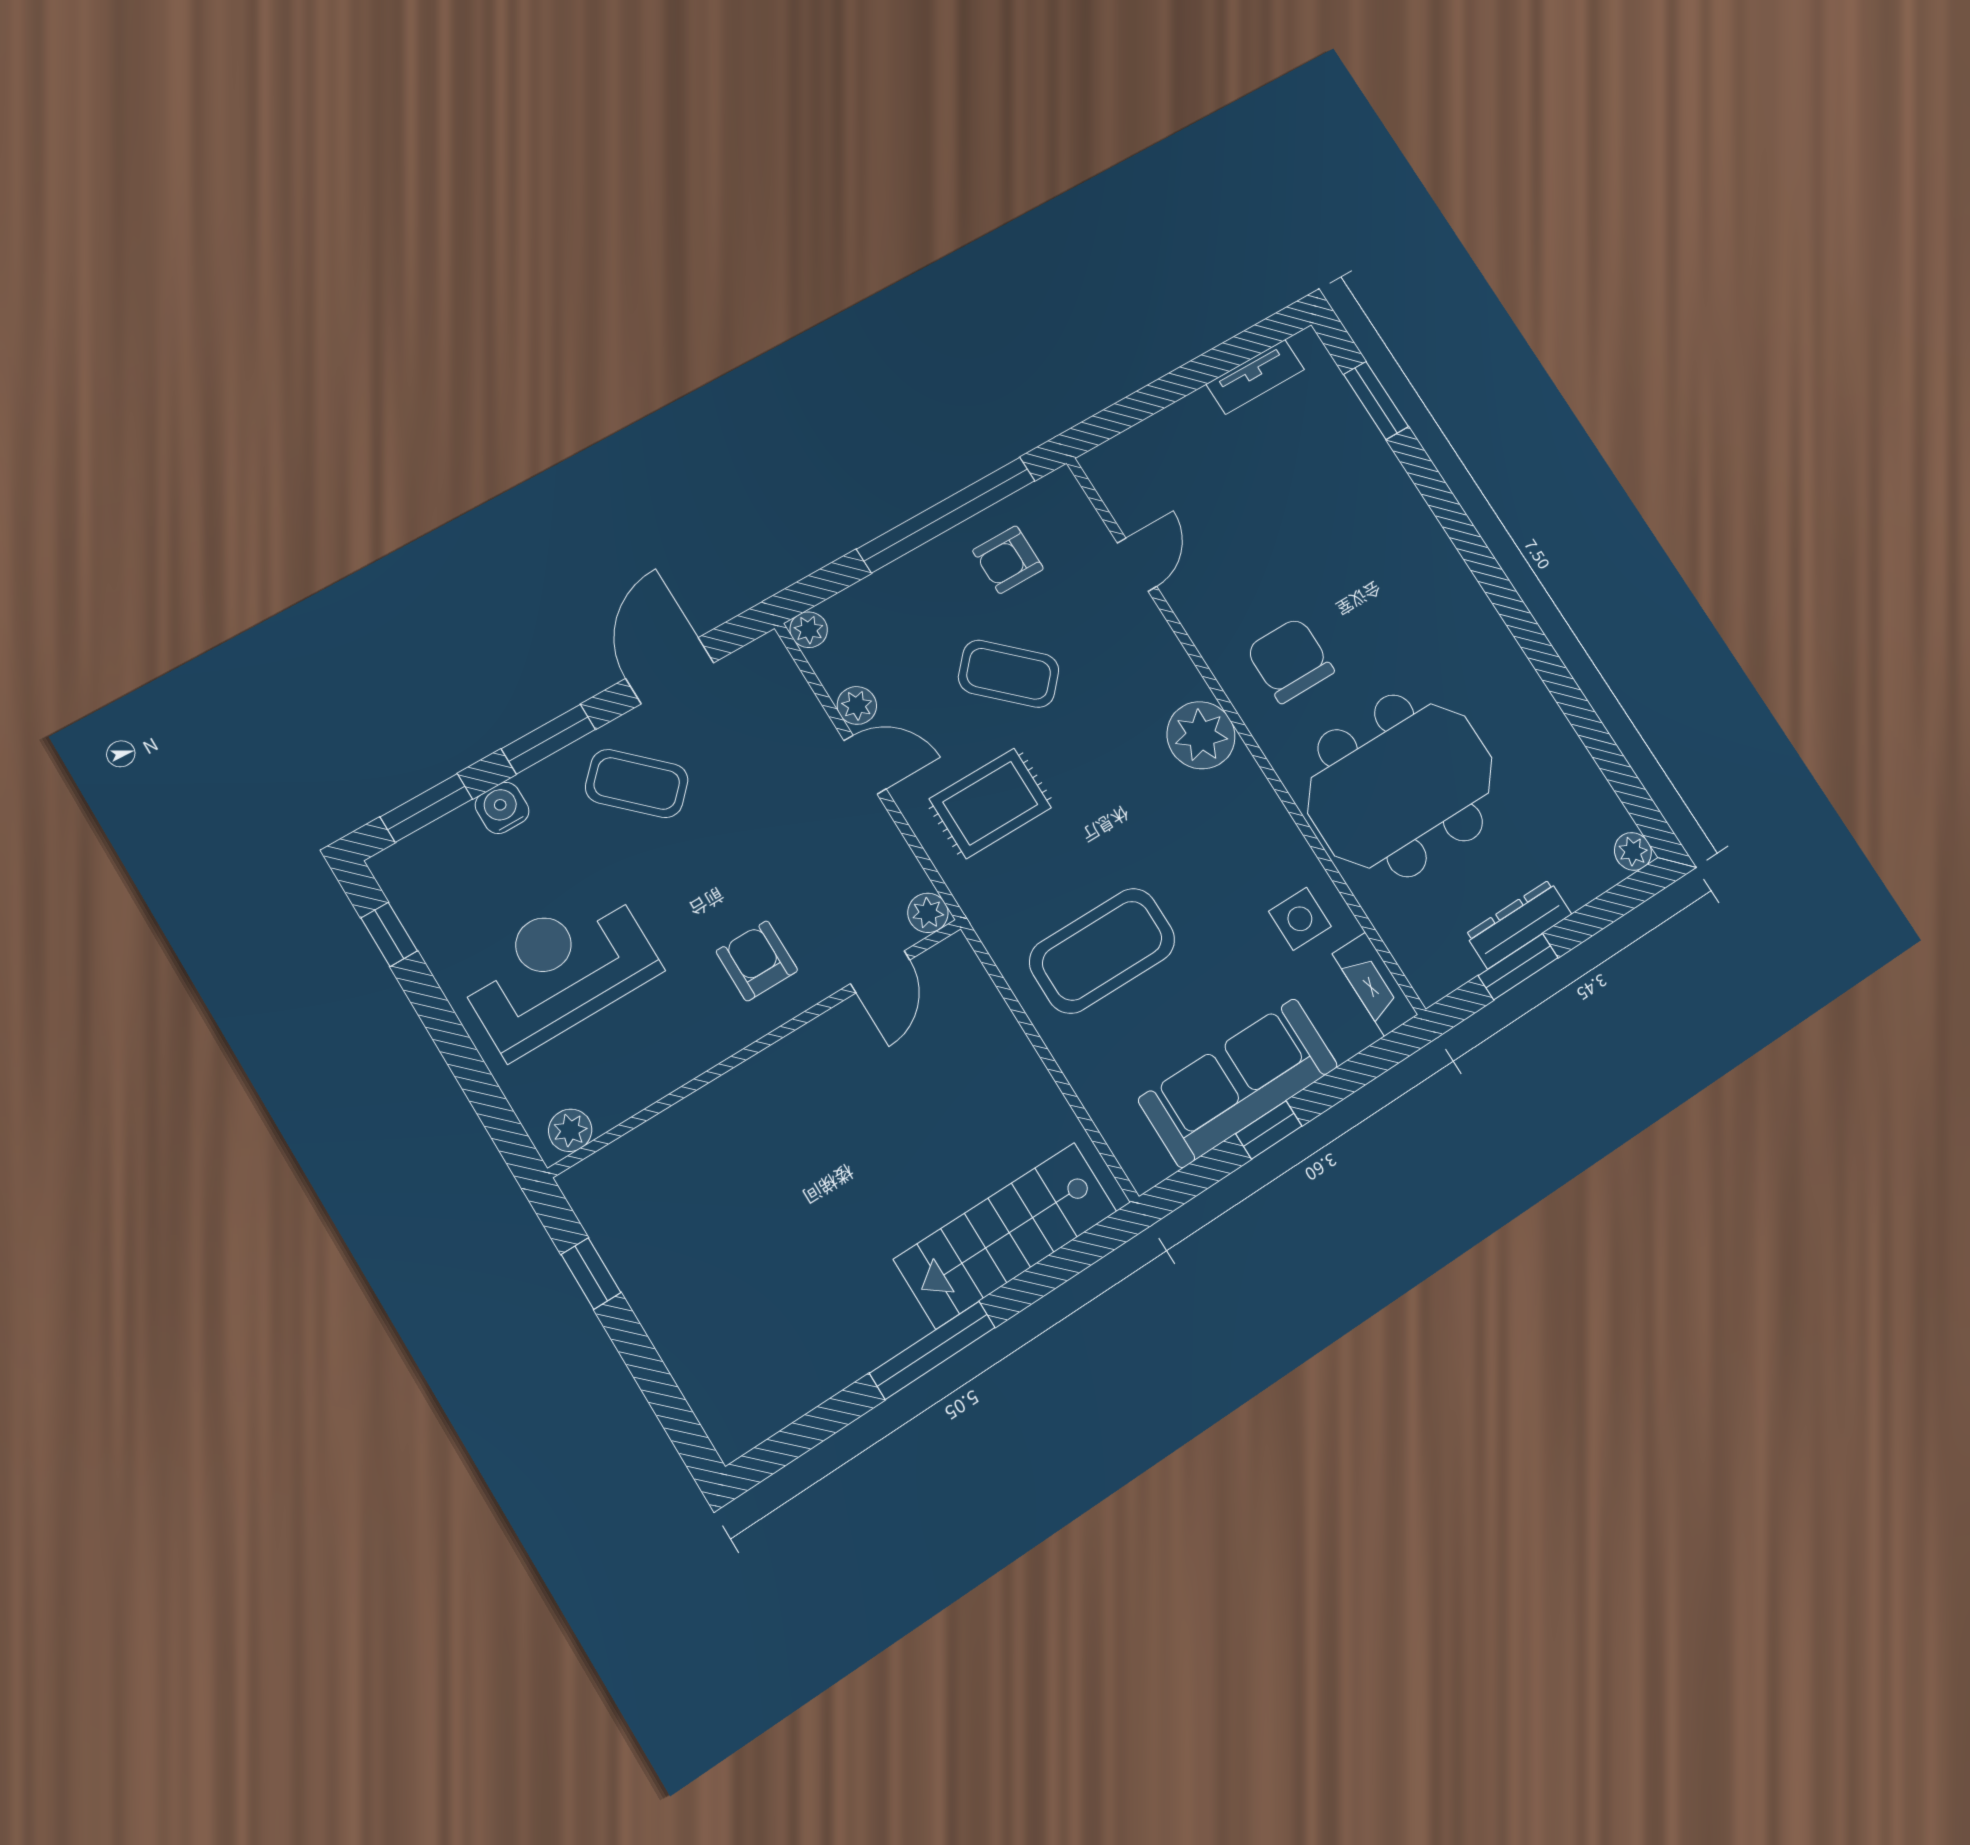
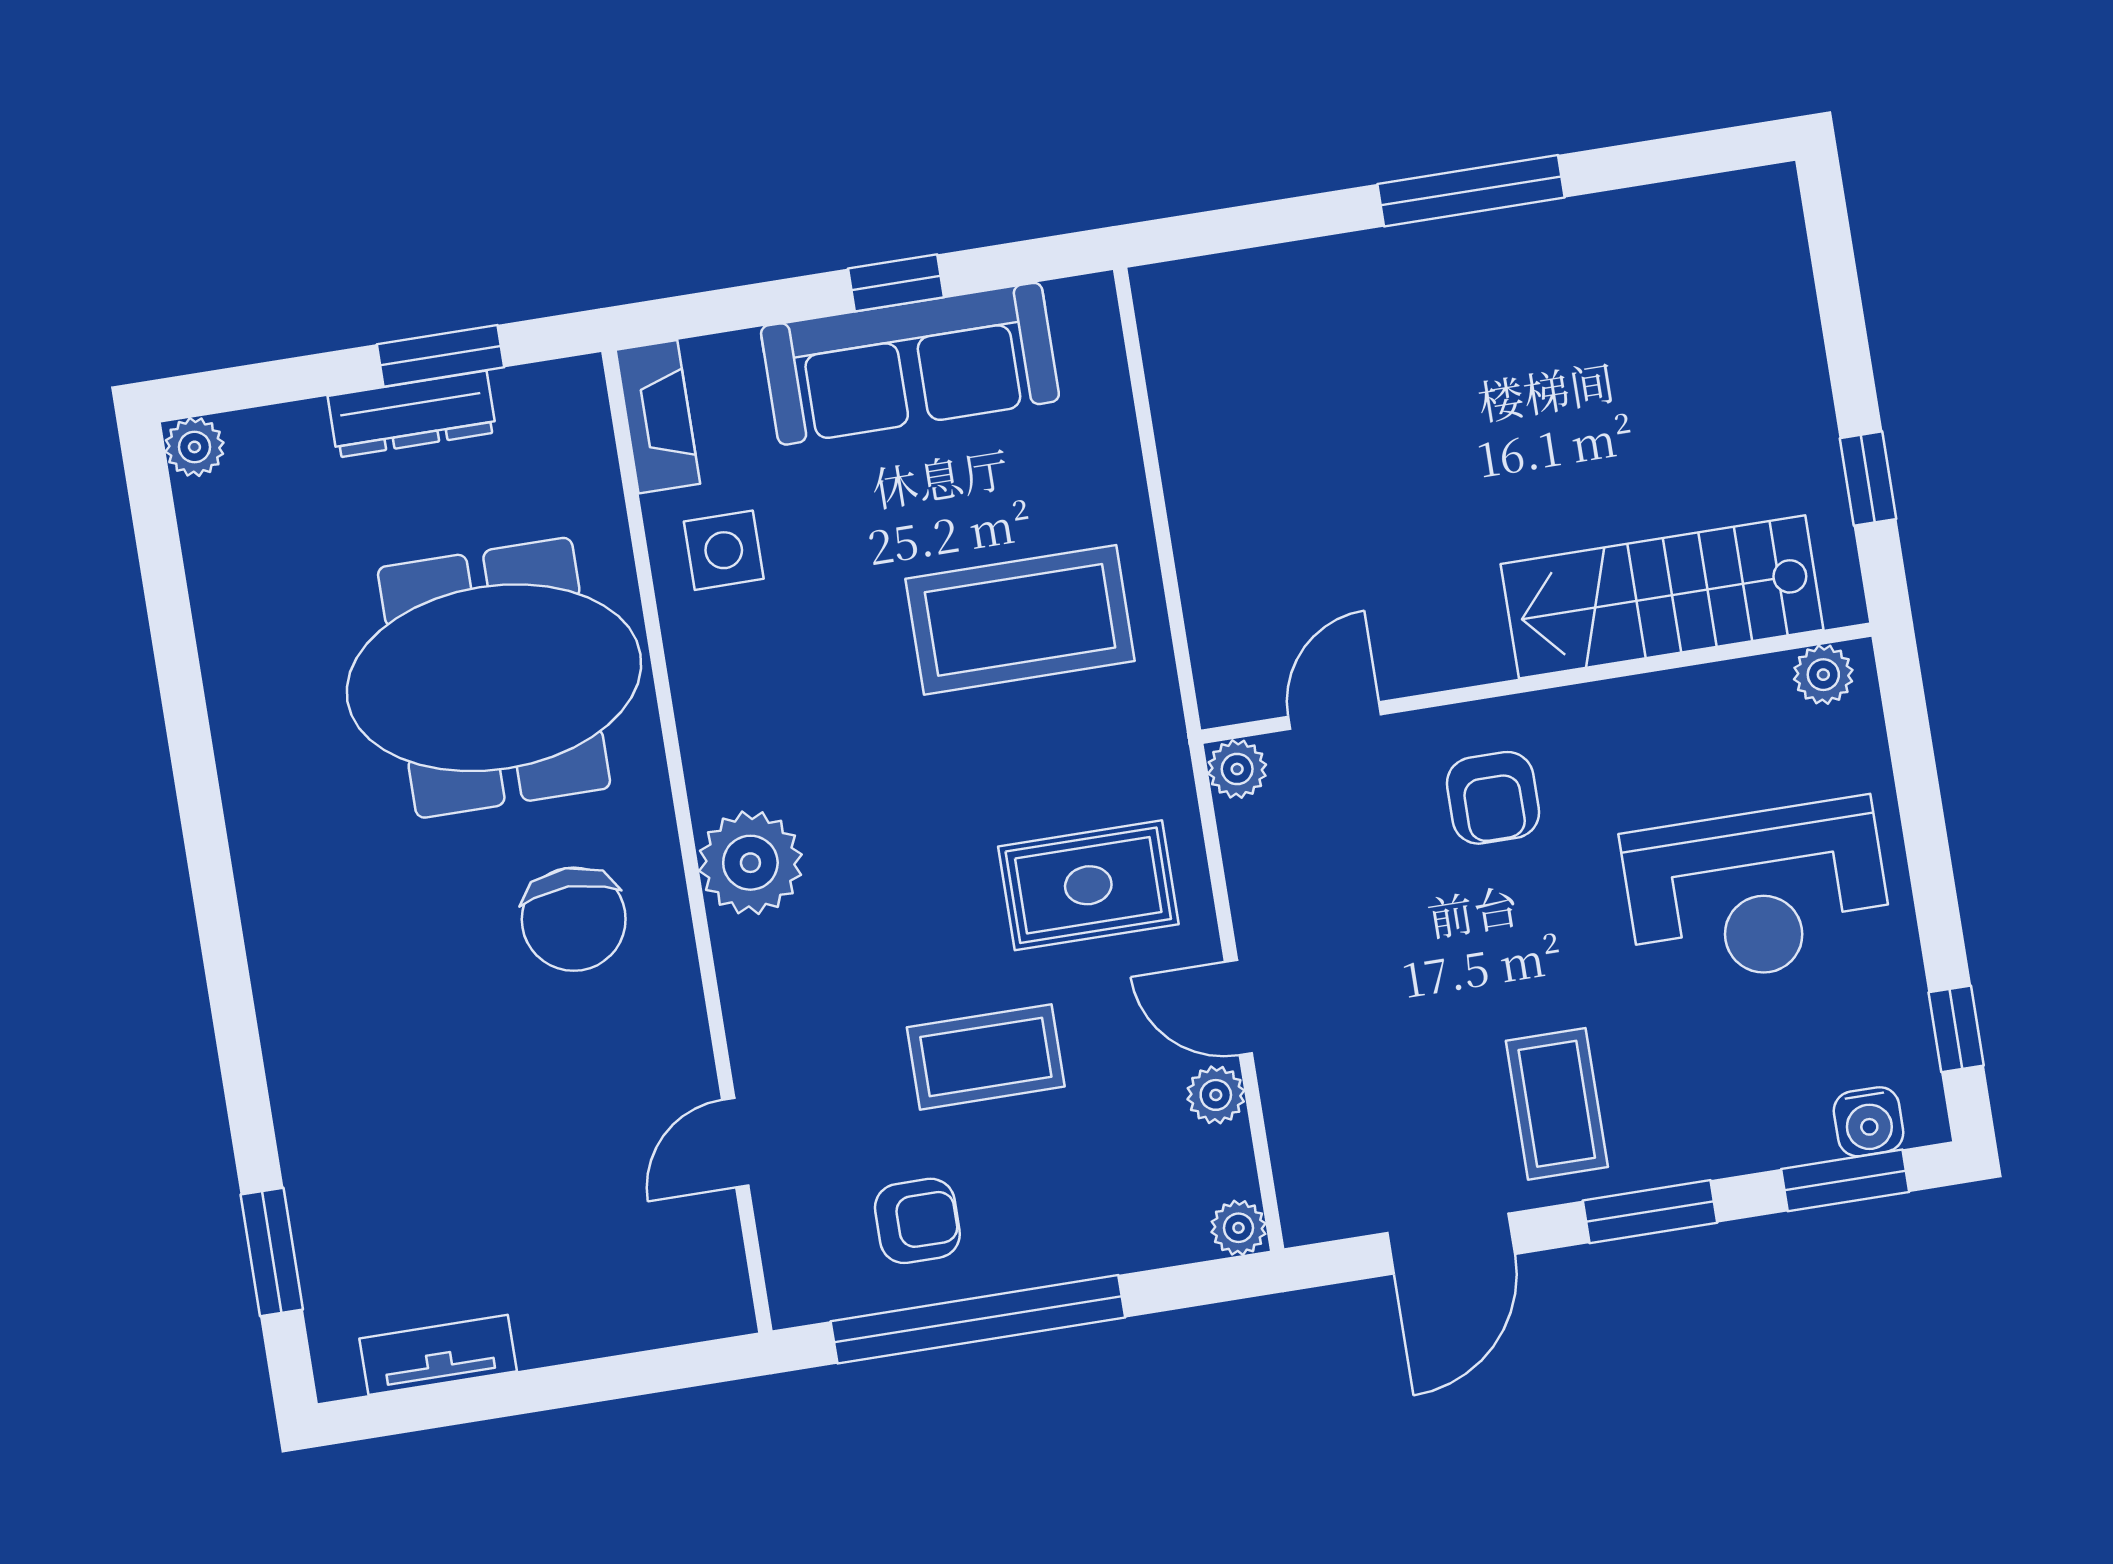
coffee table: (1009, 674) -> (986, 1057), turned -43
coffee table: (637, 784) -> (1557, 1104), turned 46
water cooler: (502, 808) -> (1869, 1122), moved
stairs: (1006, 1235) -> (1662, 597), moved, turned 180

